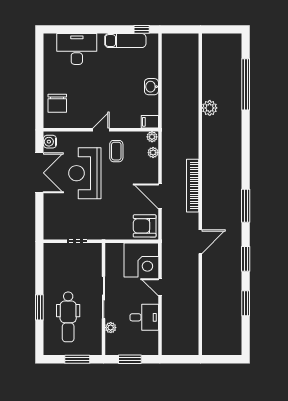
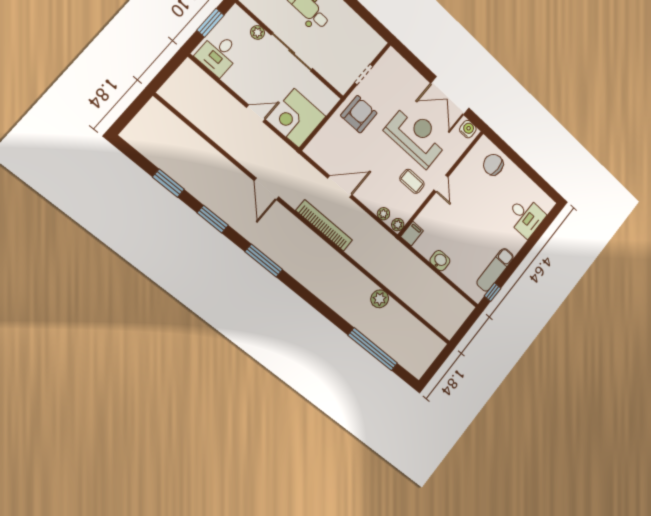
desk: (77, 49) -> (526, 217), width x0.73
armchair: (145, 226) -> (359, 114), moved
desk: (144, 317) -> (218, 54), moved

